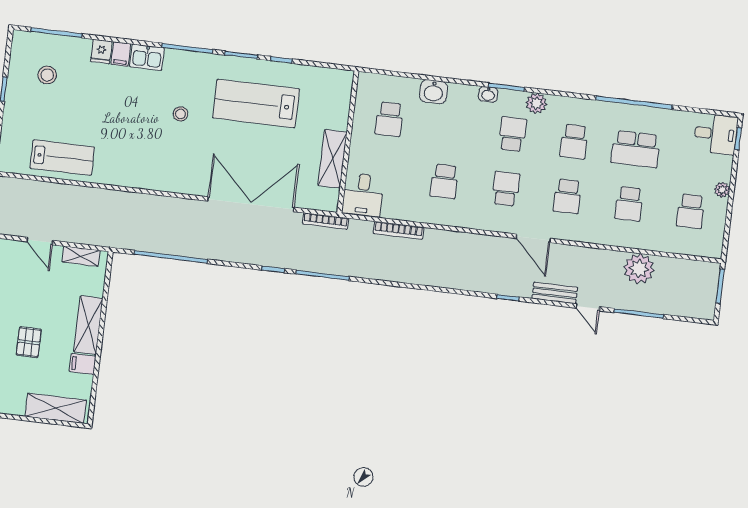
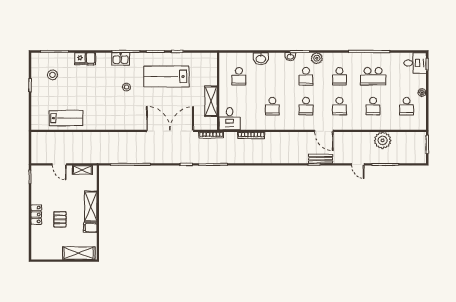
kitchen sink: (147, 57) -> (121, 59), moved
school desk: (512, 134) -> (306, 76), turned 180
school desk: (506, 189) -> (306, 106), turned 180
bench: (555, 293) -> (321, 159), moved

